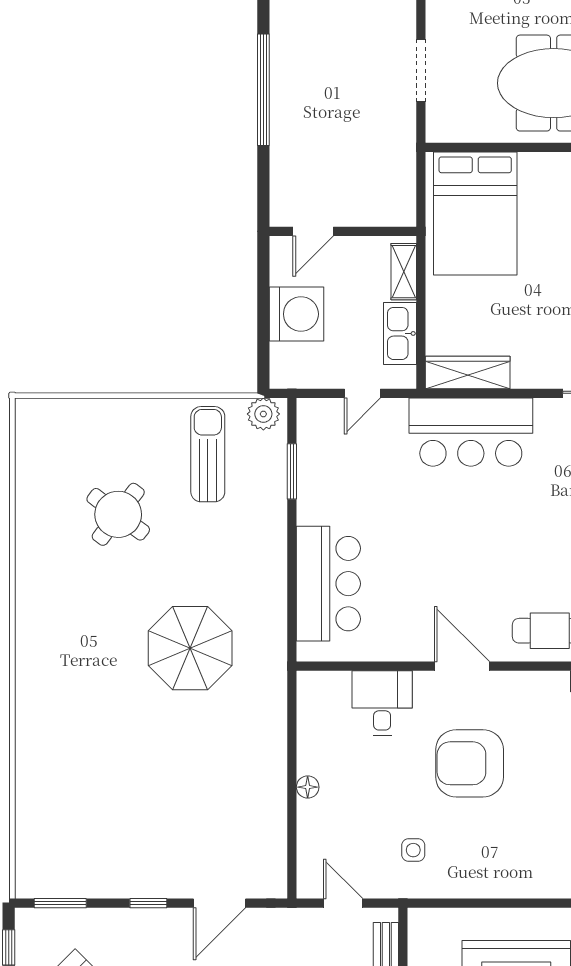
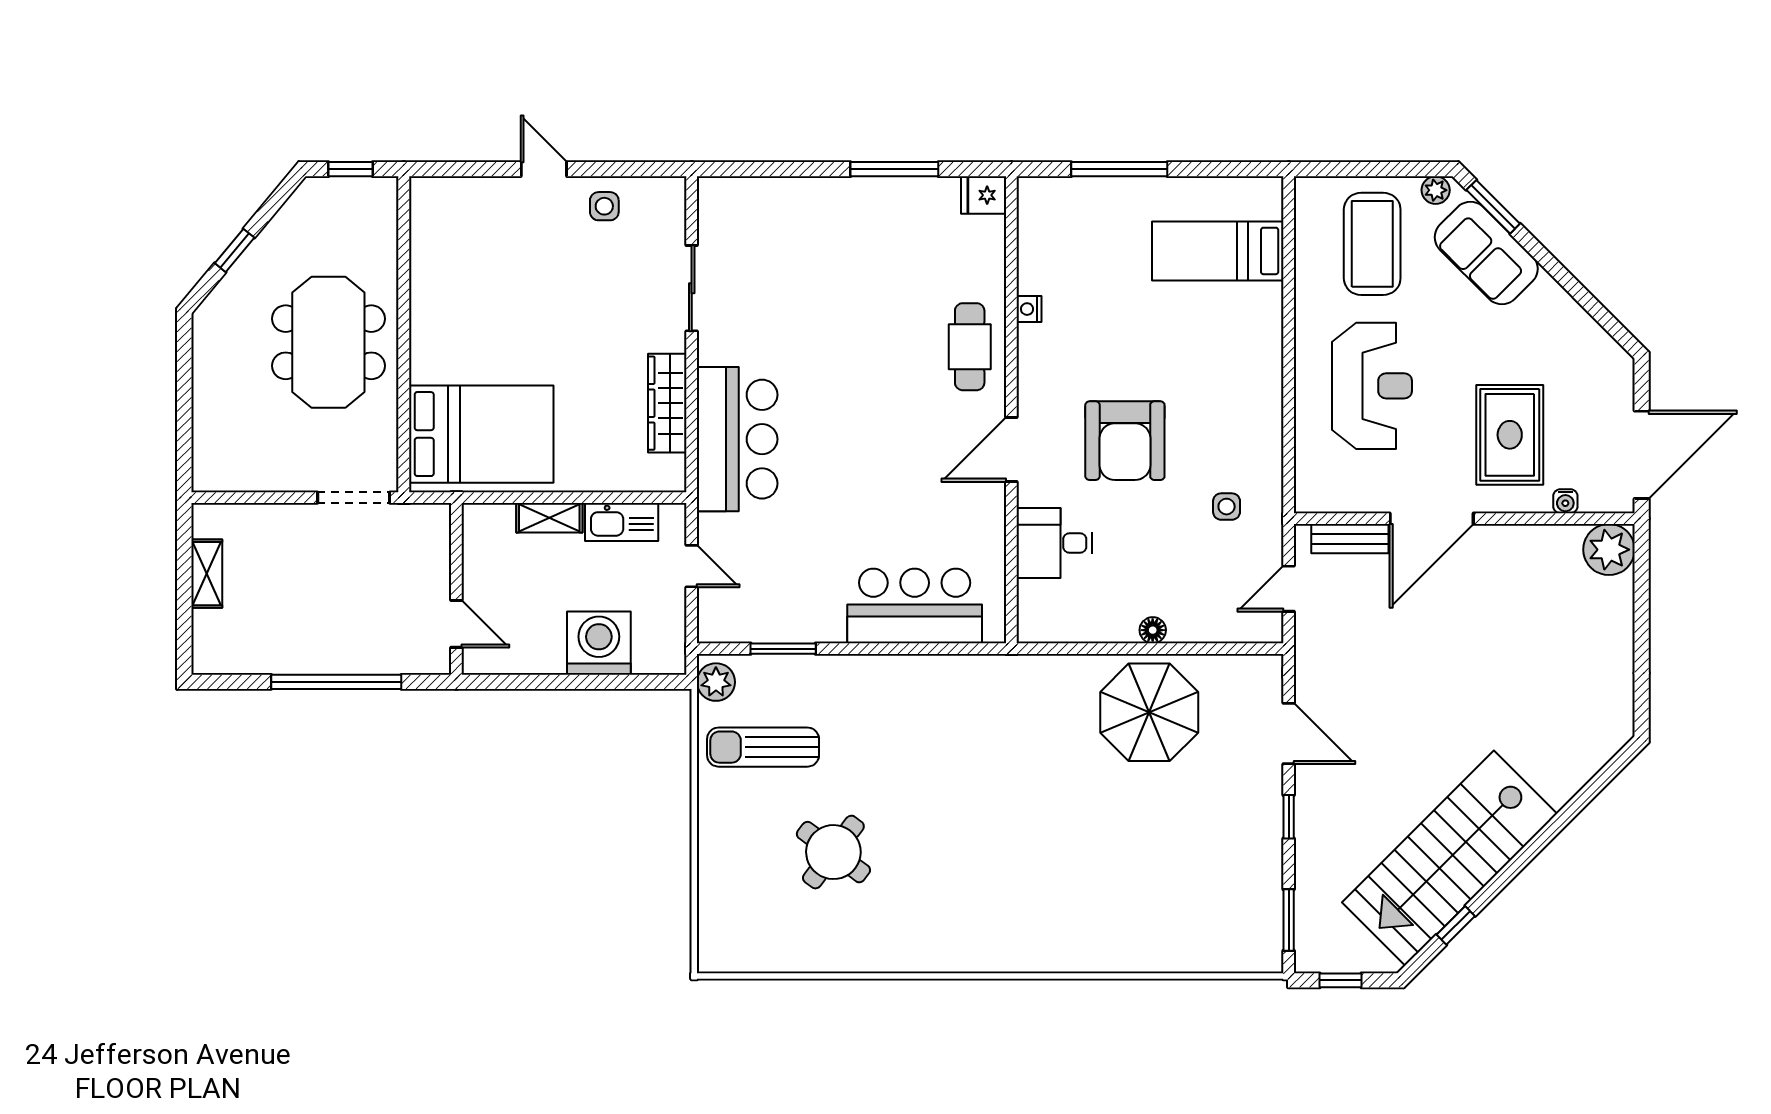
doorway: (421, 70) -> (354, 498), moved
door: (313, 231) -> (456, 624), moved
wall: (343, 231) -> (456, 589), moved
wardrobe: (468, 372) -> (667, 403), moved
parasol: (190, 648) -> (1149, 712), moved

